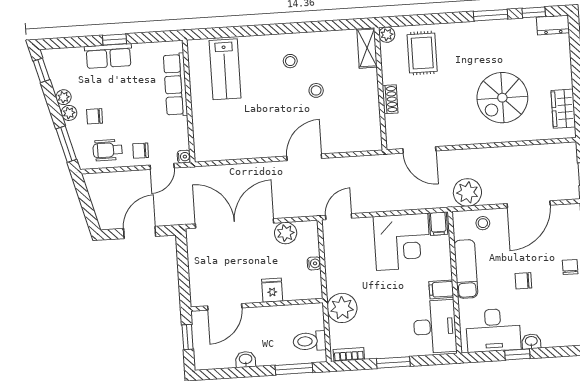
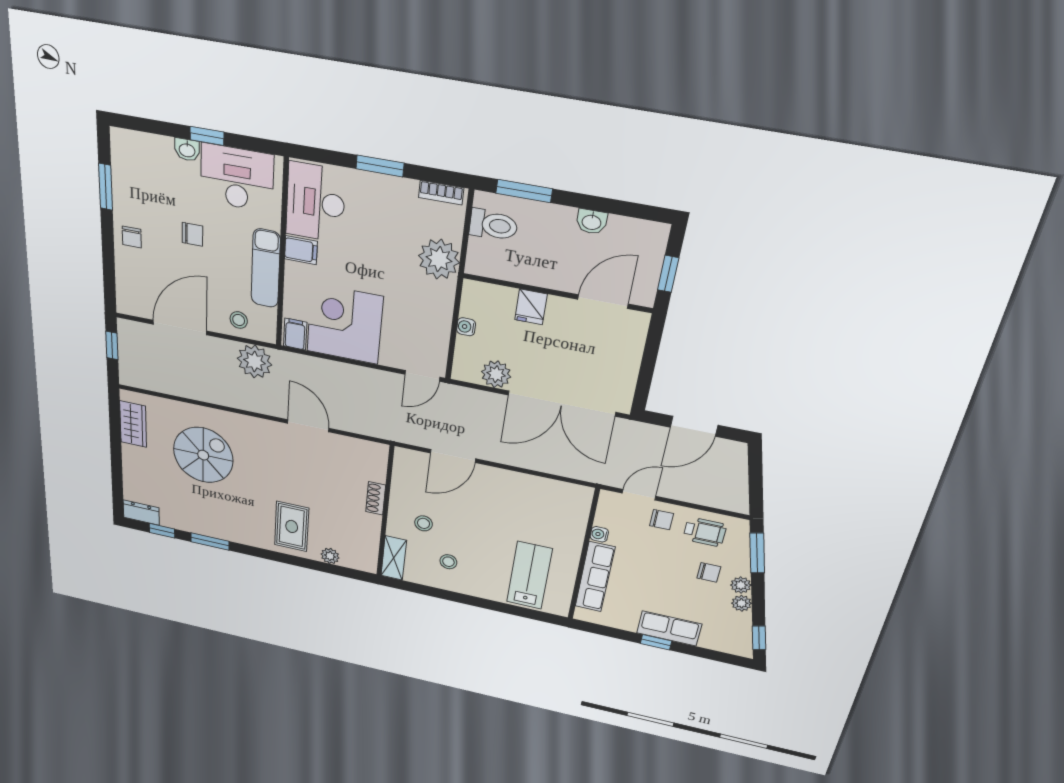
shelving: (367, 48) -> (394, 558), moved
wall: (380, 89) -> (385, 512), moved
shoe rack: (390, 99) -> (376, 498), moved
water cooler: (184, 157) -> (599, 534), moved

